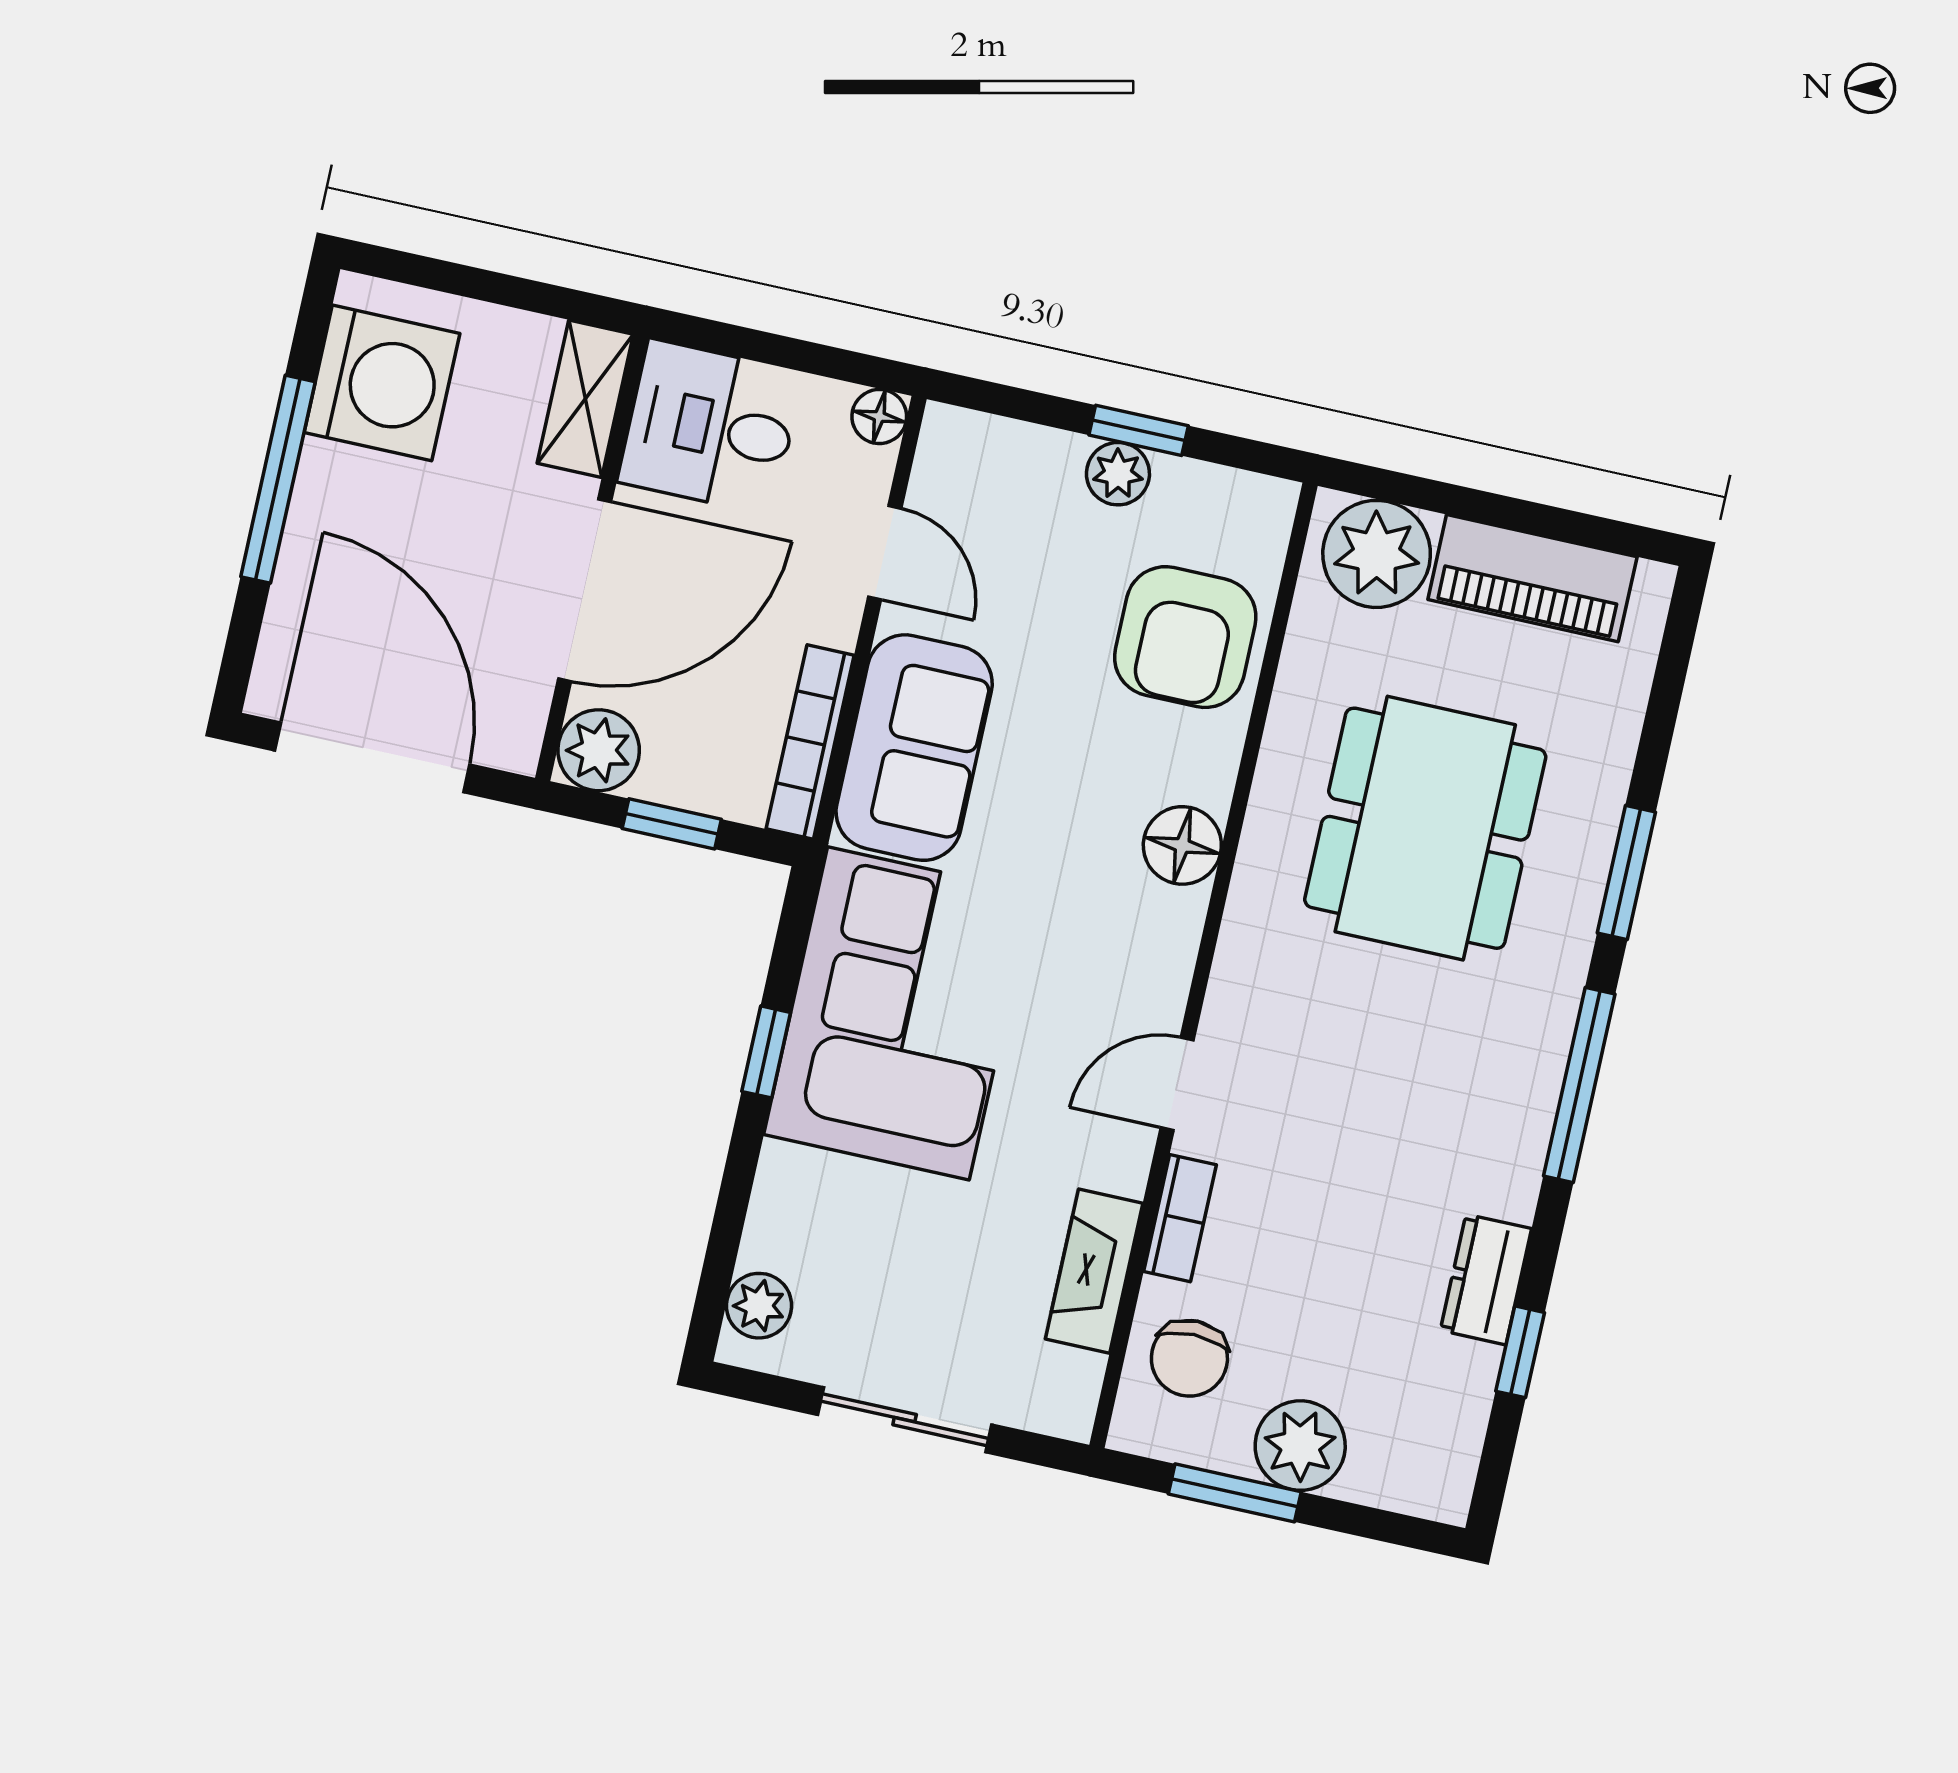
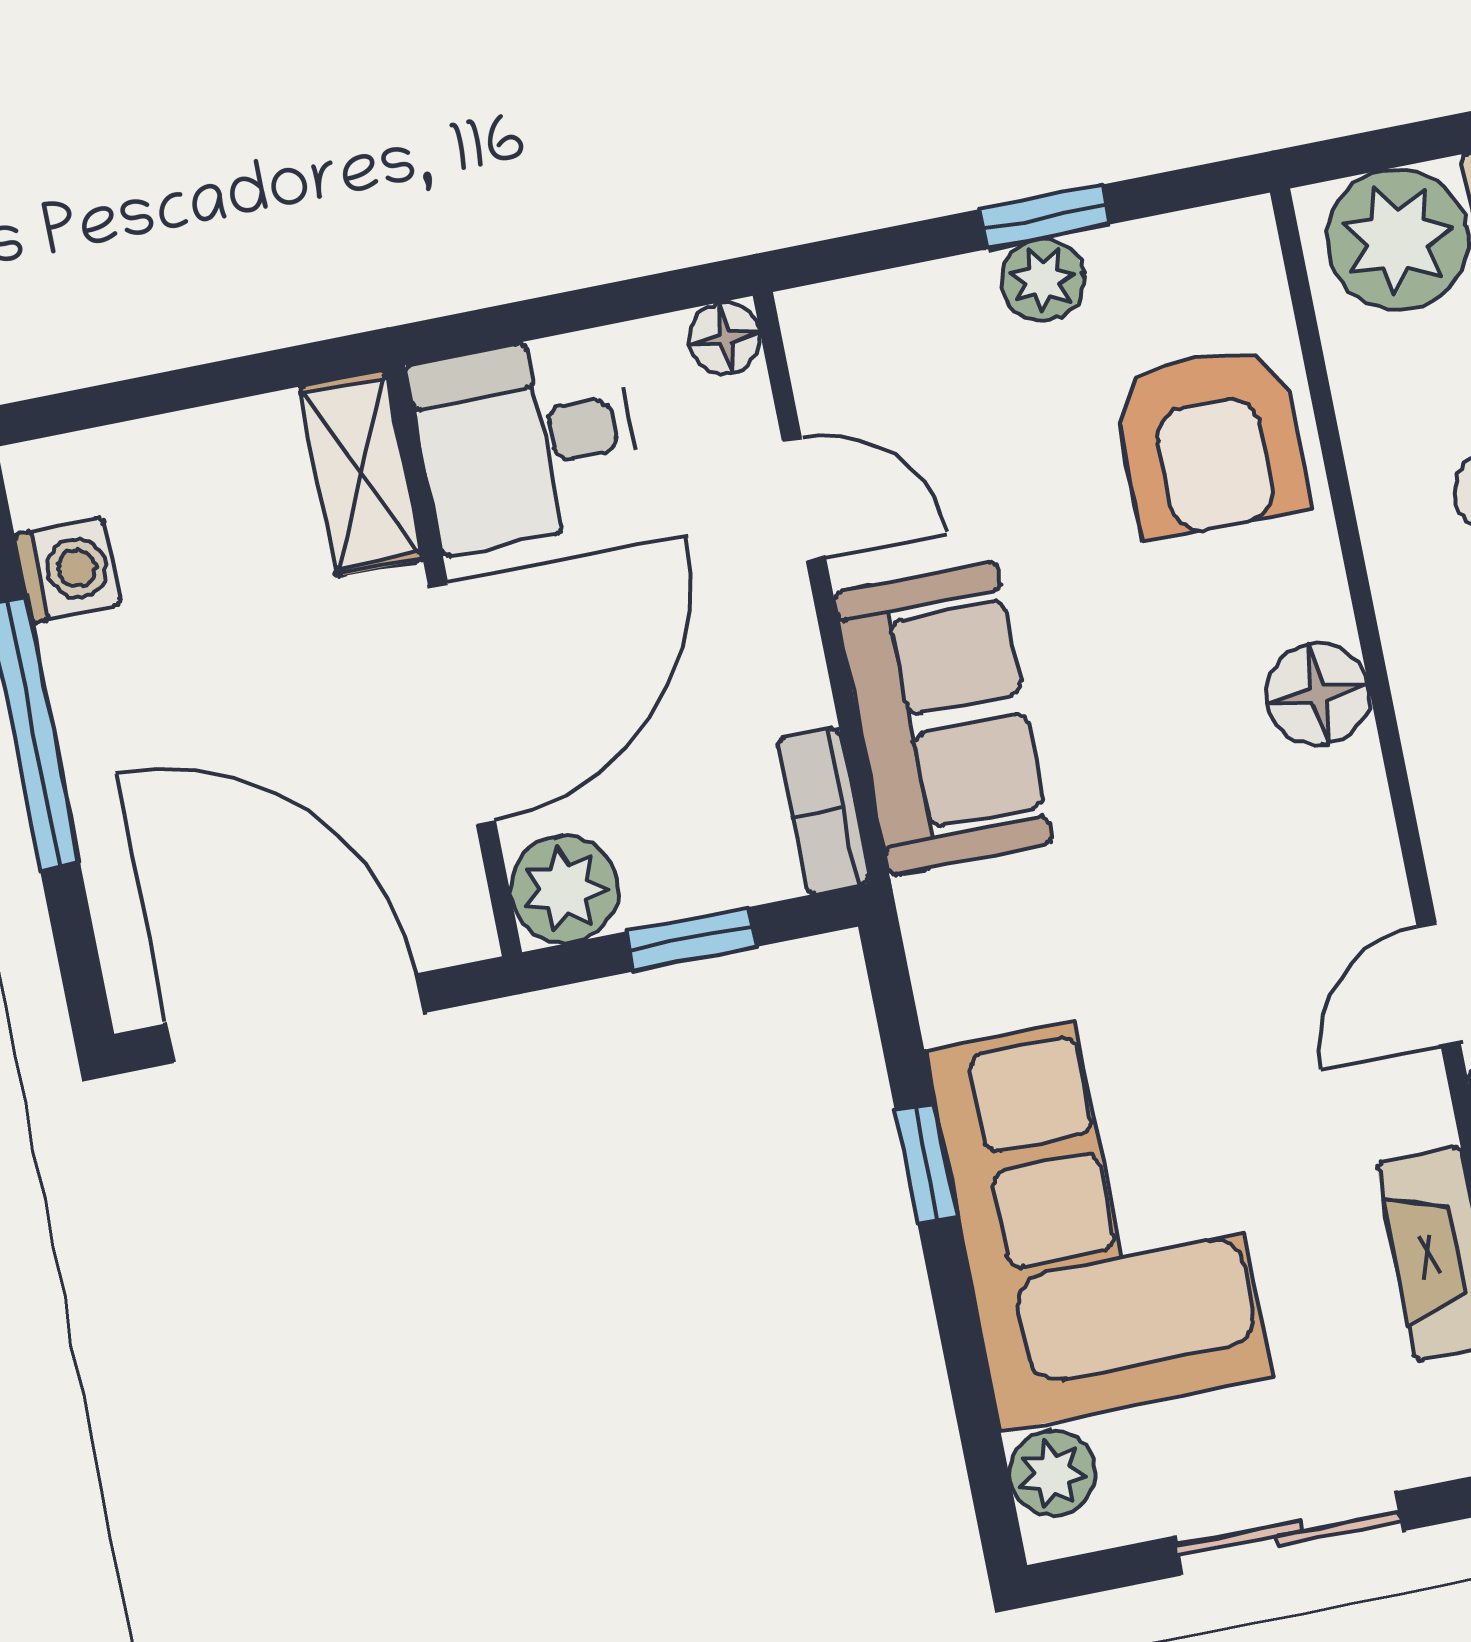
washing machine: (382, 383) -> (68, 570), width x0.53, depth x0.53
bookcase: (810, 742) -> (823, 811), width x0.64
corner sofa: (898, 1013) -> (1098, 1214), moved

